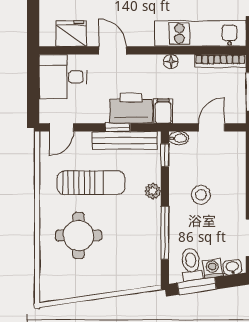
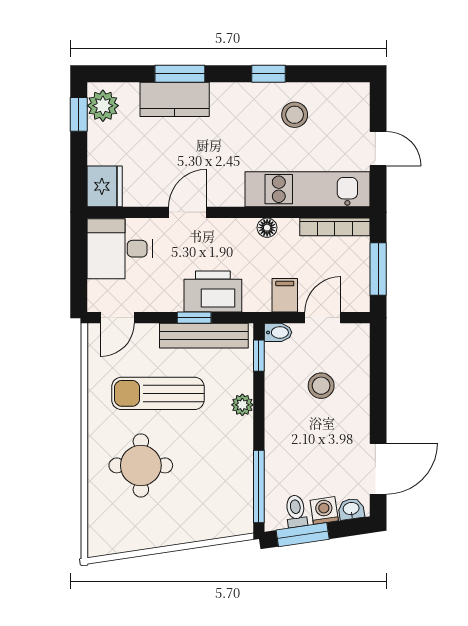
fridge: (71, 33) -> (105, 186), moved, turned 90
door: (113, 50) -> (187, 212), hinge flipped
filing cabinet: (163, 111) -> (285, 295), moved
sun lounger: (91, 183) -> (158, 393), turned 180
stool: (201, 195) -> (321, 386), moved
window: (165, 233) -> (259, 486), moved
toilet: (191, 264) -> (296, 511), width x0.73, depth x0.72

